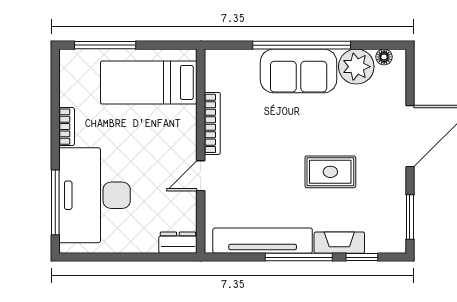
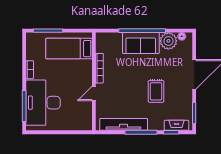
rug: (330, 172) -> (156, 91), turned 90
dresser: (178, 243) -> (83, 125), removed
fireplace: (339, 243) -> (176, 125), moved

